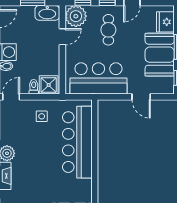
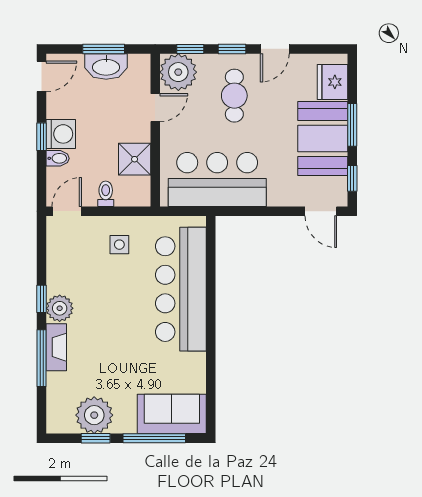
washbasin: (47, 13) -> (106, 66), moved
shower: (49, 85) -> (135, 159), moved
door: (141, 97) -> (321, 211), moved

